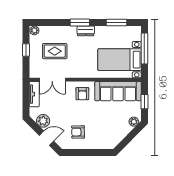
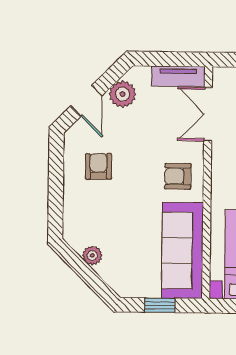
plant: (134, 122) -> (92, 255), moved

